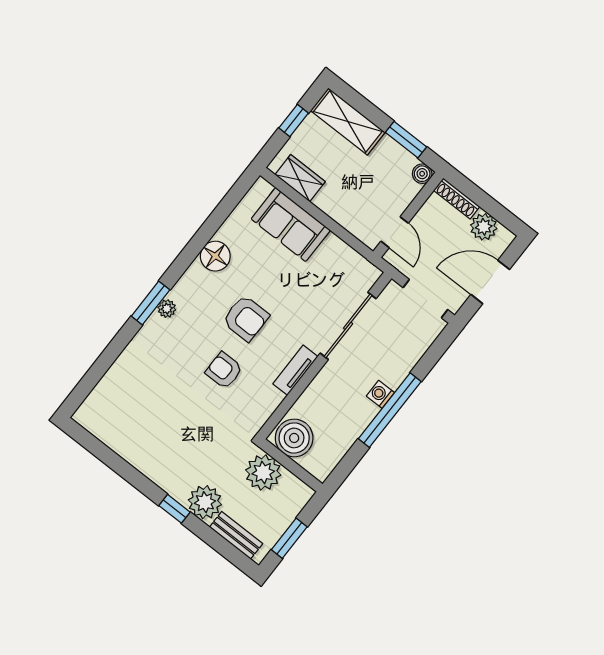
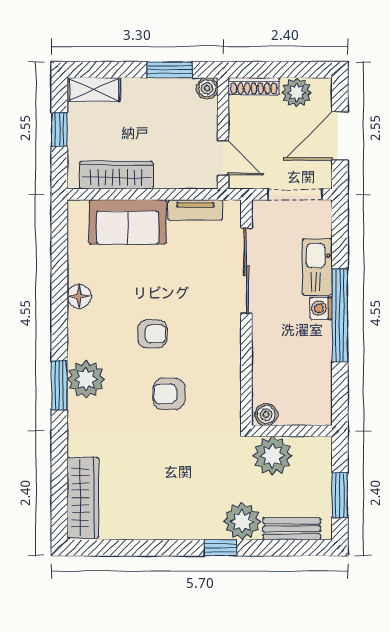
shelving: (348, 121) -> (94, 89), width x0.67, depth x0.75
wardrobe: (300, 178) -> (116, 175), width x1.50
floor lamp: (215, 256) -> (79, 296), width x0.73, depth x0.73
plant: (167, 309) -> (86, 379), width x1.88, depth x1.88
armchair: (246, 318) -> (152, 334), width x0.72, depth x0.72
kitchen sink: (401, 363) -> (317, 267), added
tv unit: (295, 370) -> (195, 210), moved, turned -90
wardrobe: (104, 396) -> (83, 498), added
boiler: (294, 438) -> (266, 414), width x0.54, depth x0.54

